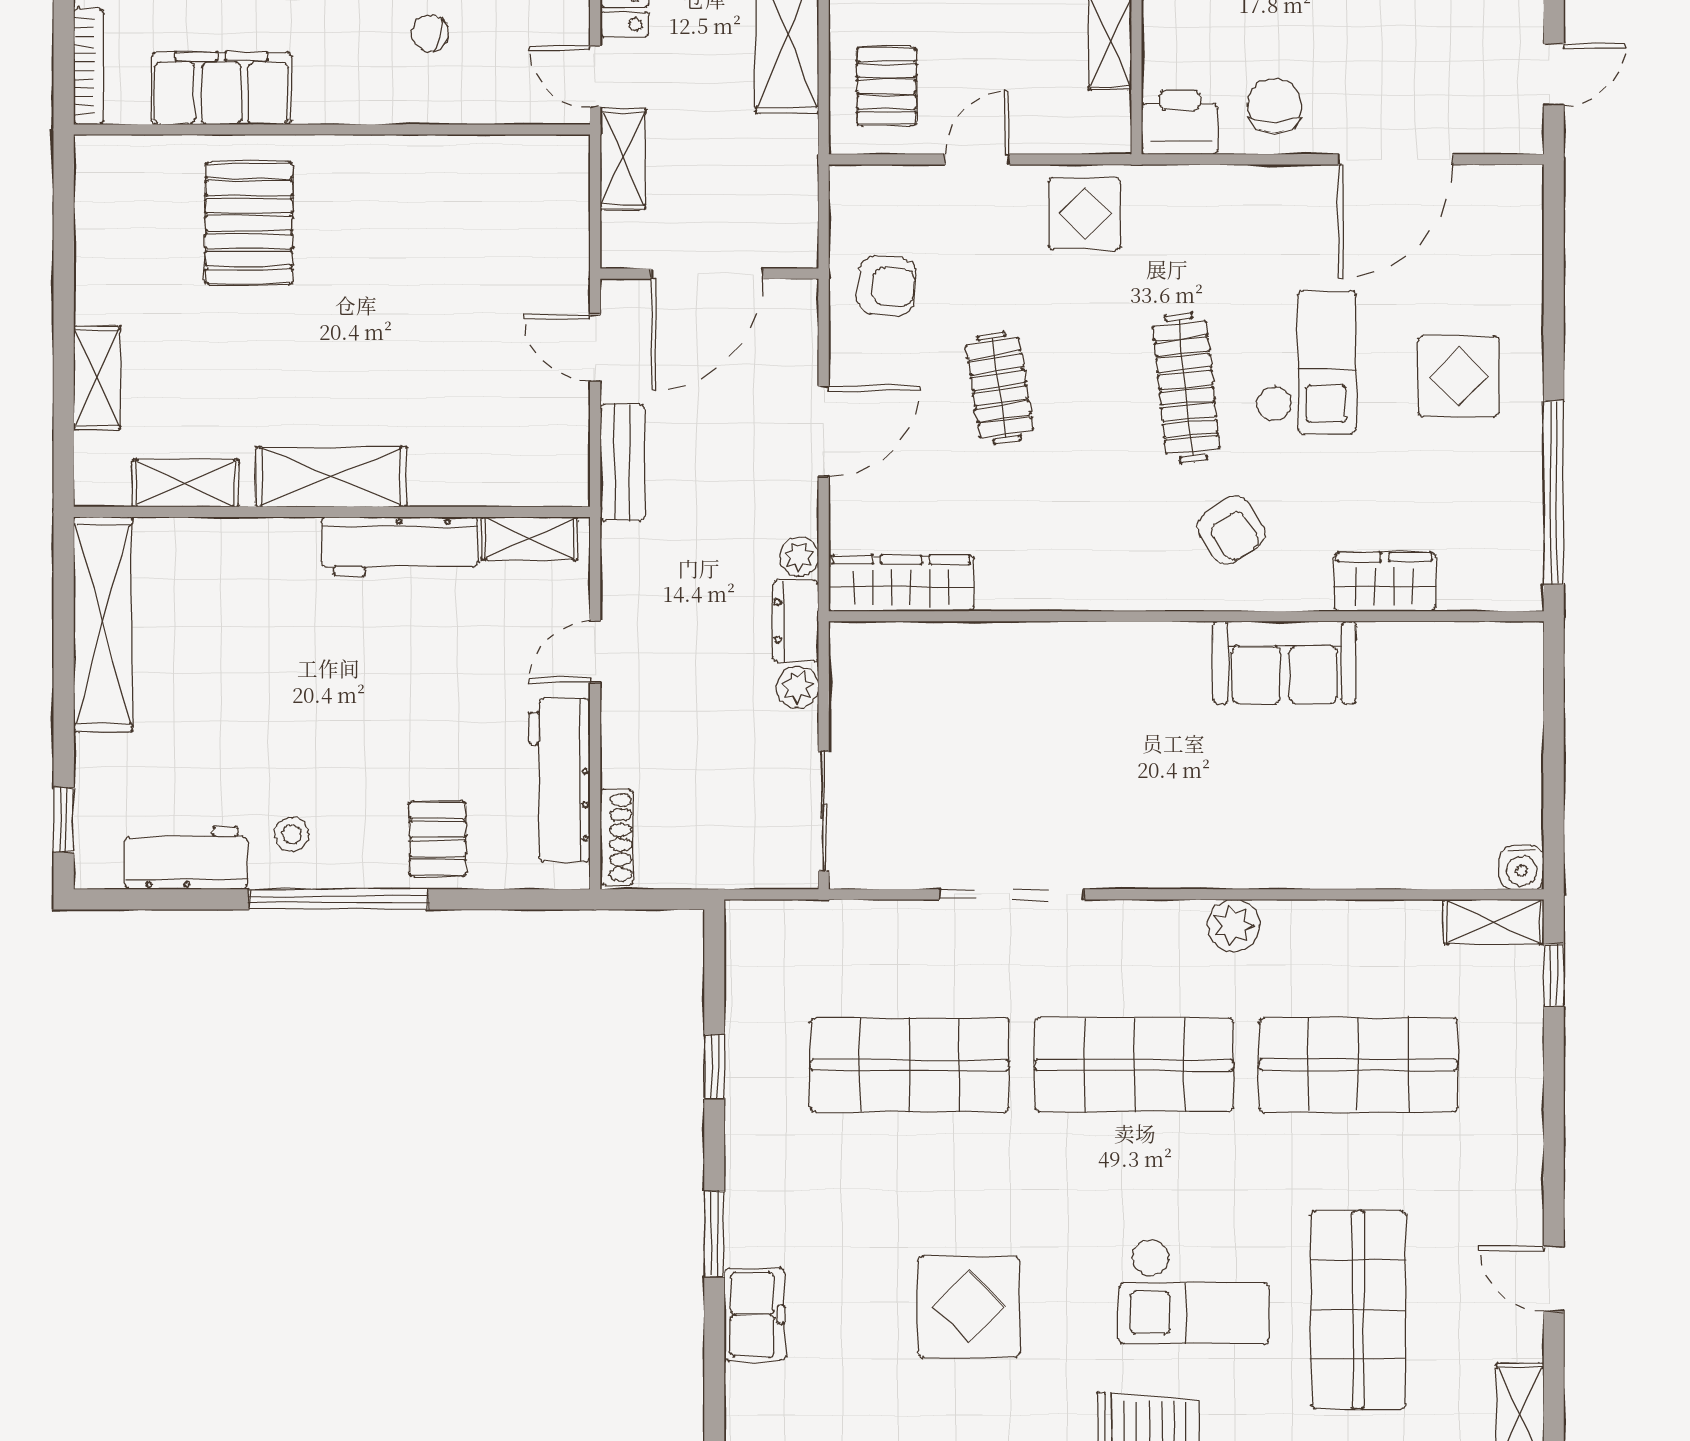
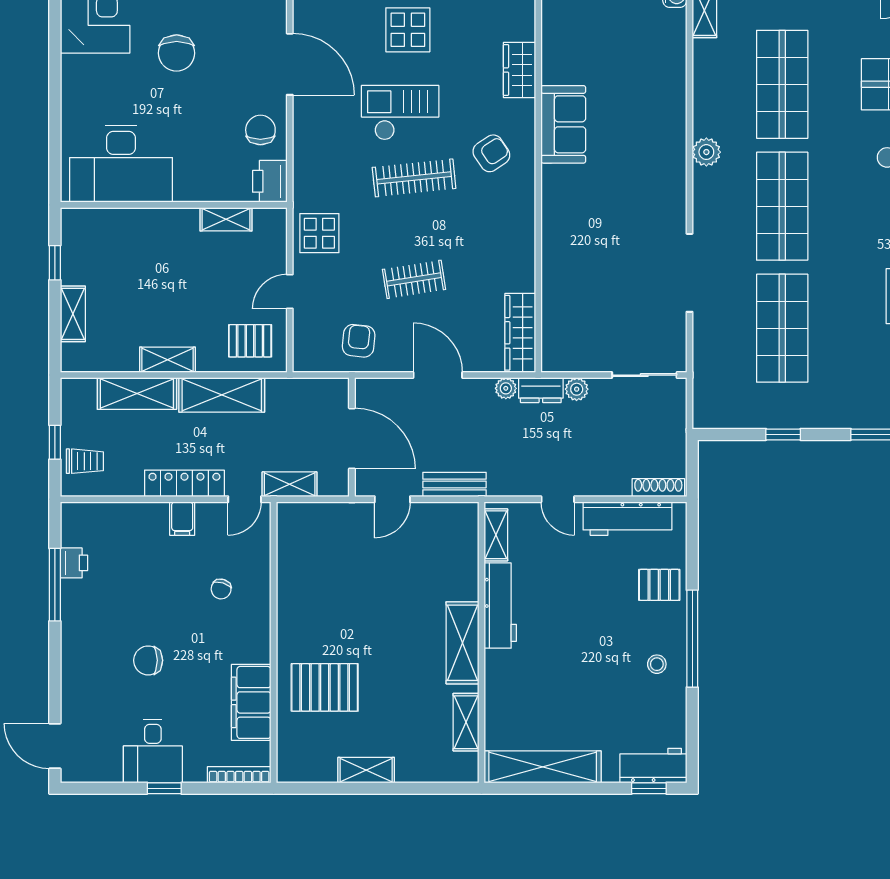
chair: (1274, 105) -> (260, 130), turned 90
door: (977, 159) -> (290, 291), hinge flipped
shelving: (97, 378) -> (366, 770), moved
workbench: (186, 858) -> (653, 766), moved, turned 90

